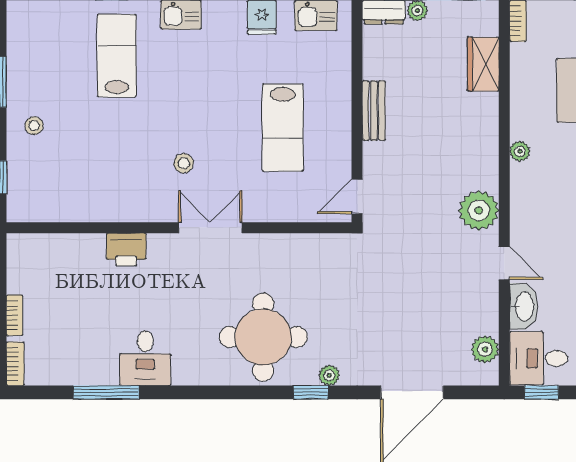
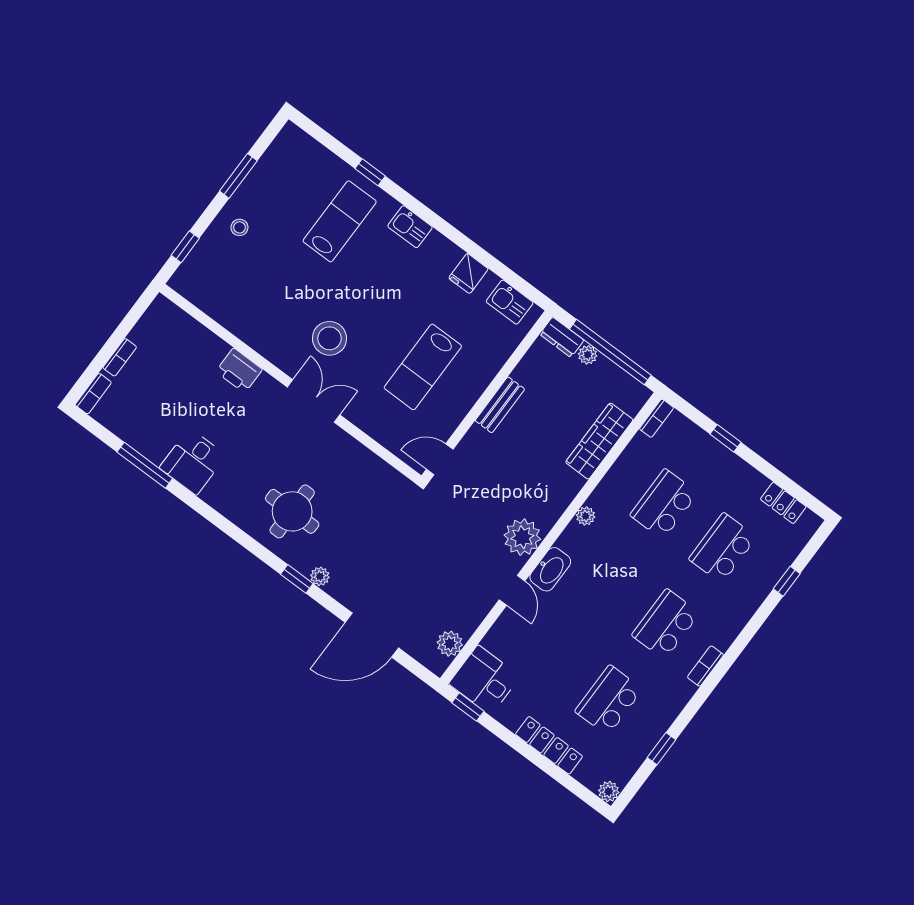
wardrobe: (483, 64) -> (599, 441), width x1.50
stool: (184, 163) -> (329, 338), width x1.89, depth x1.89
washbasin: (524, 306) -> (550, 569), moved
round table: (263, 337) -> (292, 511), width x0.73, depth x0.73

